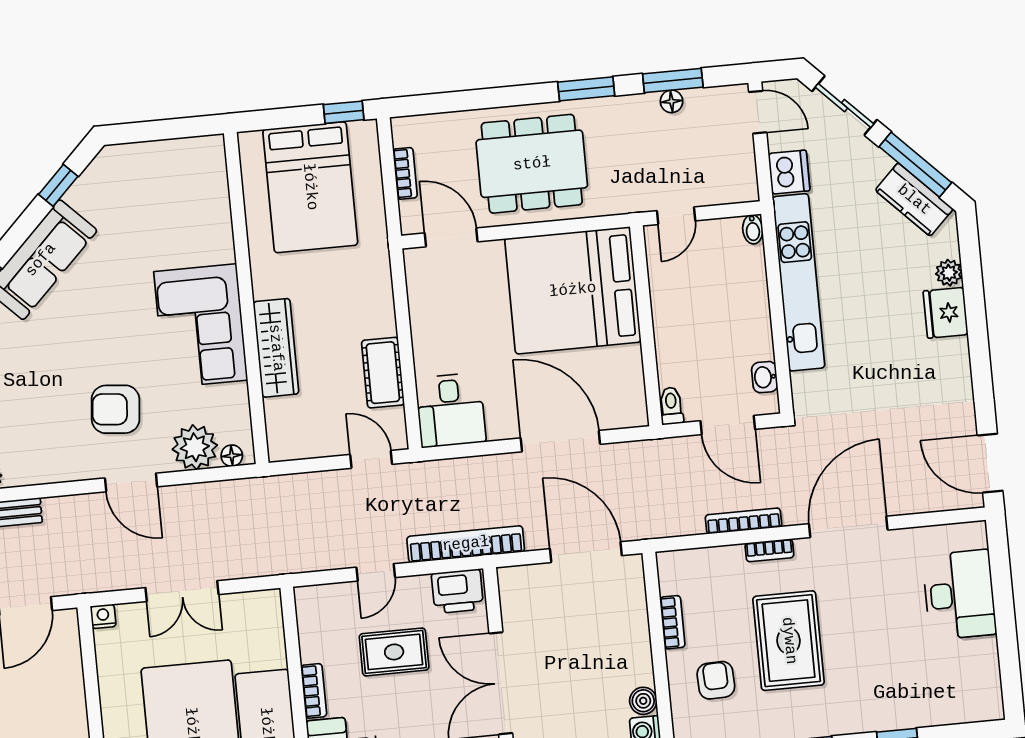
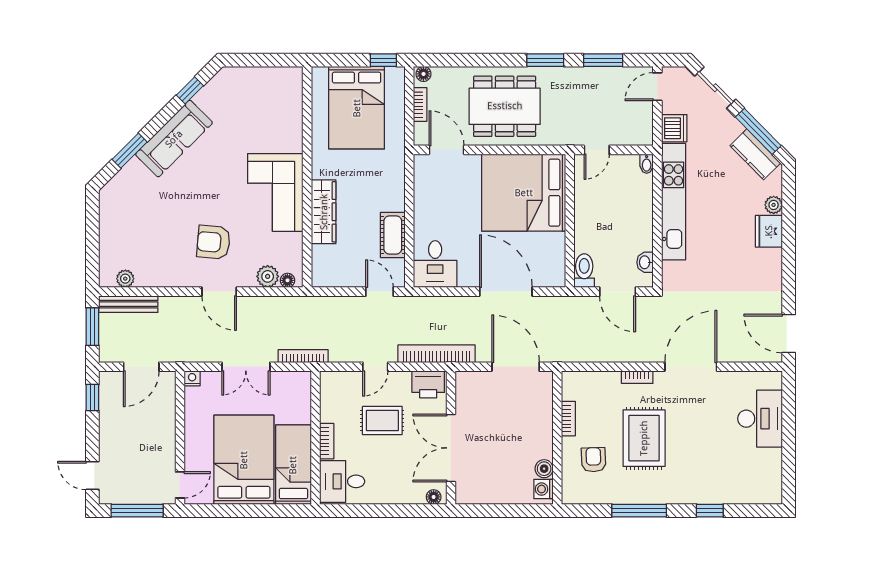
floor lamp: (671, 101) -> (423, 74), moved
door: (758, 112) -> (657, 87), swing flipped
toilet: (671, 406) -> (584, 271), width x1.37, depth x1.39
plant: (195, 447) -> (268, 276), width x0.73, depth x0.73
bookcase: (744, 521) -> (303, 356), moved

